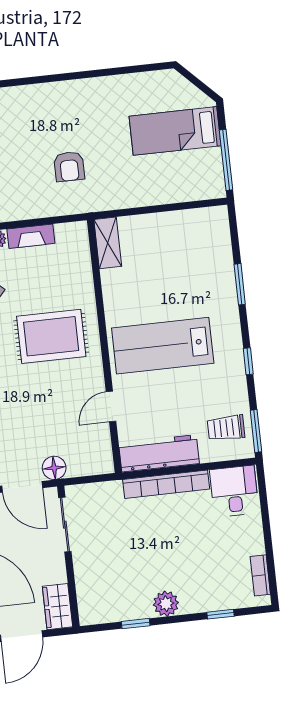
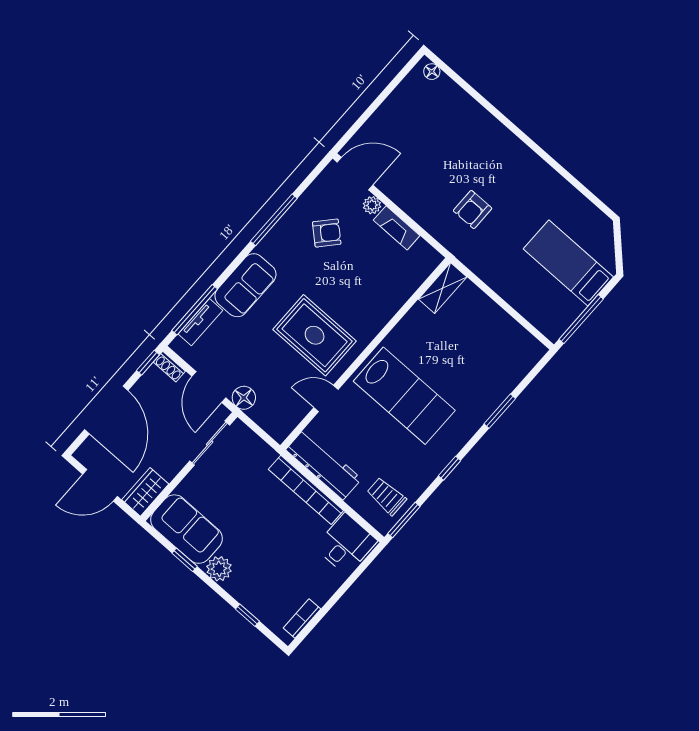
rug: (51, 336) -> (315, 335), moved
lab bench: (163, 346) -> (404, 396), turned 180
sofa: (114, 601) -> (187, 529), added

